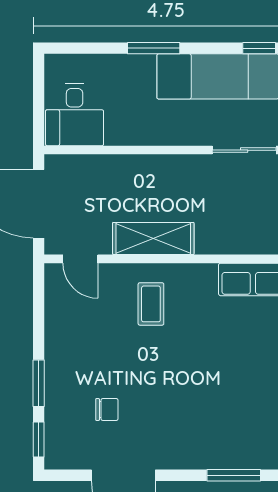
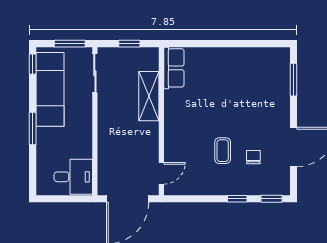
shelving: (153, 238) -> (149, 96), moved
coffee table: (151, 304) -> (223, 151), moved, turned 90
window: (39, 383) -> (237, 199), width x0.67

